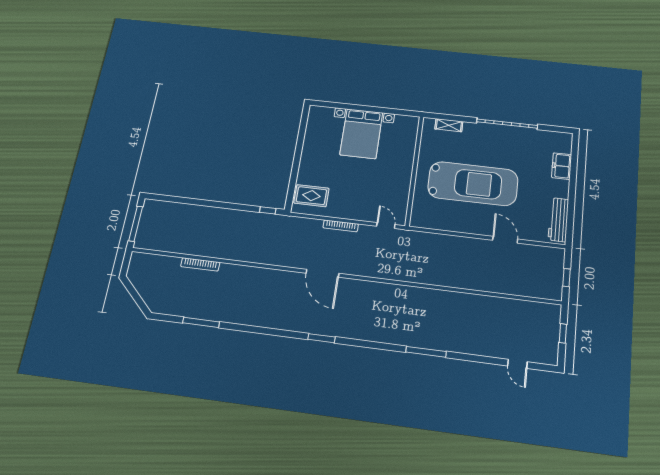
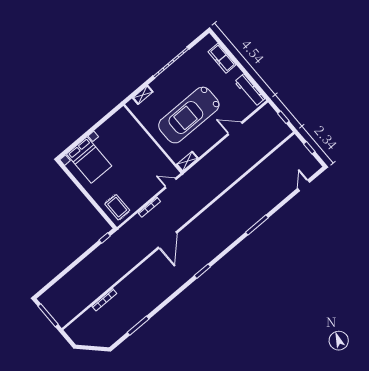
bed with nightstands: (361, 134) -> (89, 160), moved
freezer: (562, 166) -> (222, 58), width x1.40
car: (473, 184) -> (189, 115), turned 180
rug: (311, 196) -> (117, 207), turned 90
shelving: (424, 222) -> (187, 161), added
door: (322, 273) -> (167, 240), hinge flipped
door: (517, 364) -> (304, 185), swing flipped

